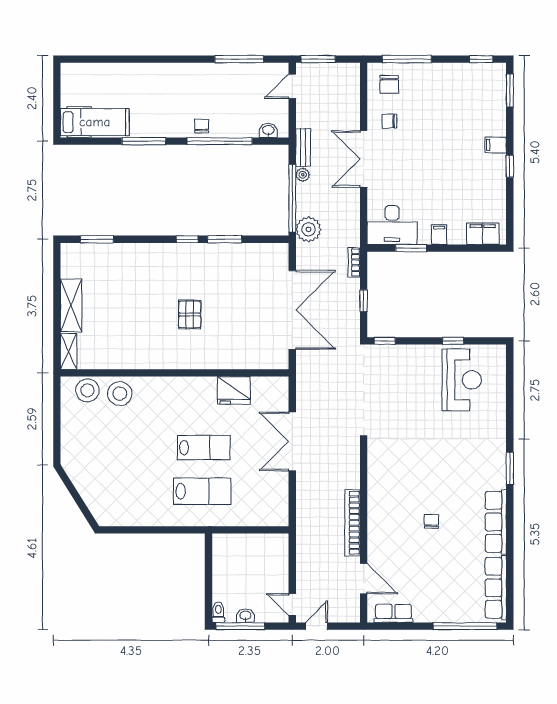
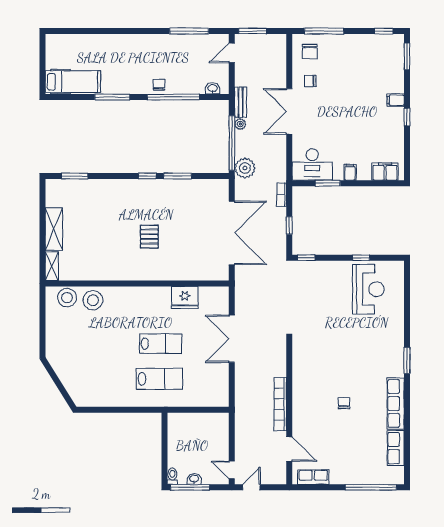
row of seats: (496, 588) -> (396, 448), width x0.68

